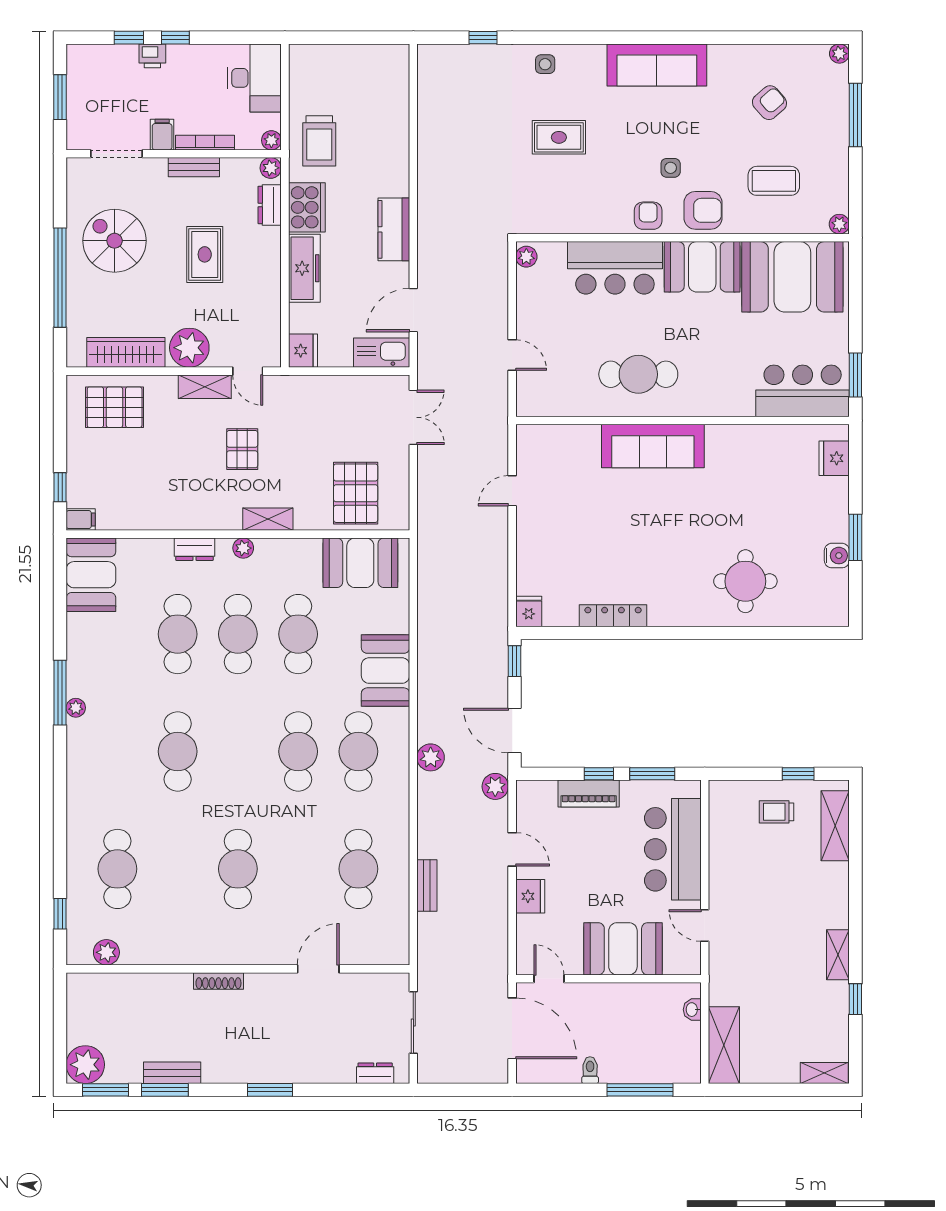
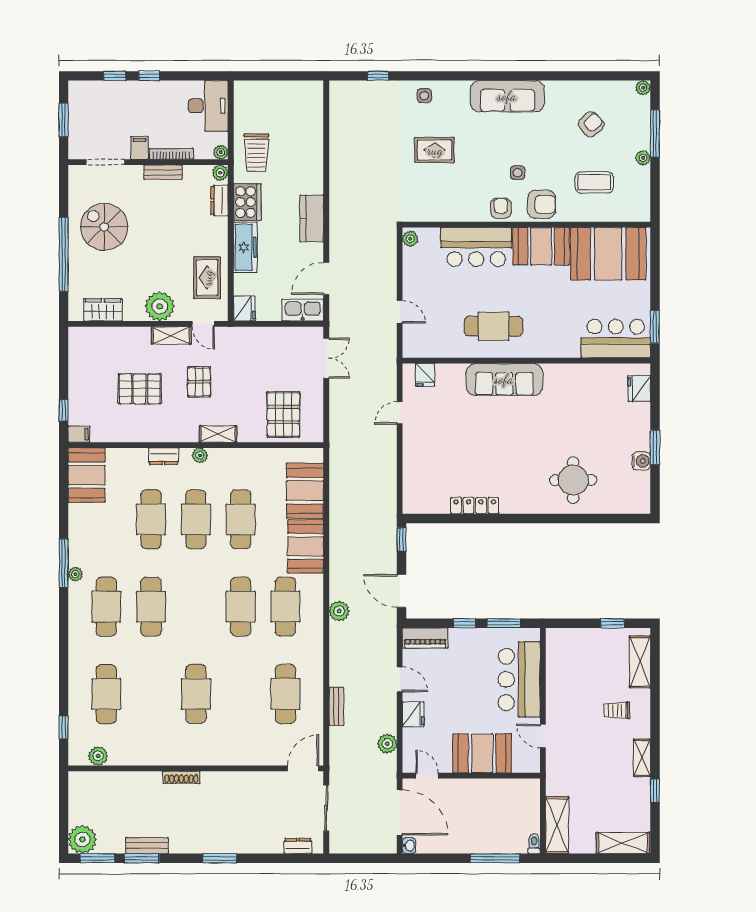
printer: (152, 56) -> (132, 89), removed
plant: (839, 224) -> (643, 158), moved
rug: (205, 254) -> (207, 278), moved
wardrobe: (126, 352) -> (103, 310), width x0.67
pallet: (115, 407) -> (140, 389), moved
booth: (360, 563) -> (305, 491), moved, turned 90
fridge: (529, 611) -> (425, 375), moved, turned 180
cafe table: (117, 751) -> (106, 607), added
plant: (495, 786) -> (387, 744), moved
piano: (589, 794) -> (425, 638), moved
trolley: (777, 812) -> (617, 710), moved
door: (318, 969) -> (303, 768), moved
washbasin: (692, 1010) -> (409, 846), moved, turned 180
toilet: (590, 1070) -> (534, 844), moved
shelving: (824, 1073) -> (623, 843), width x1.50, depth x1.33

